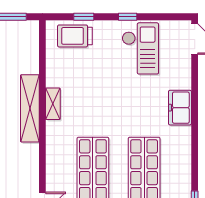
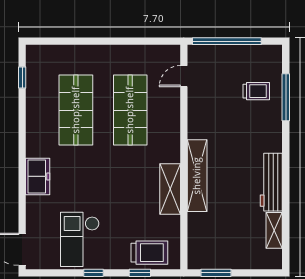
shelving: (53, 104) -> (170, 189), width x1.50, depth x1.33

